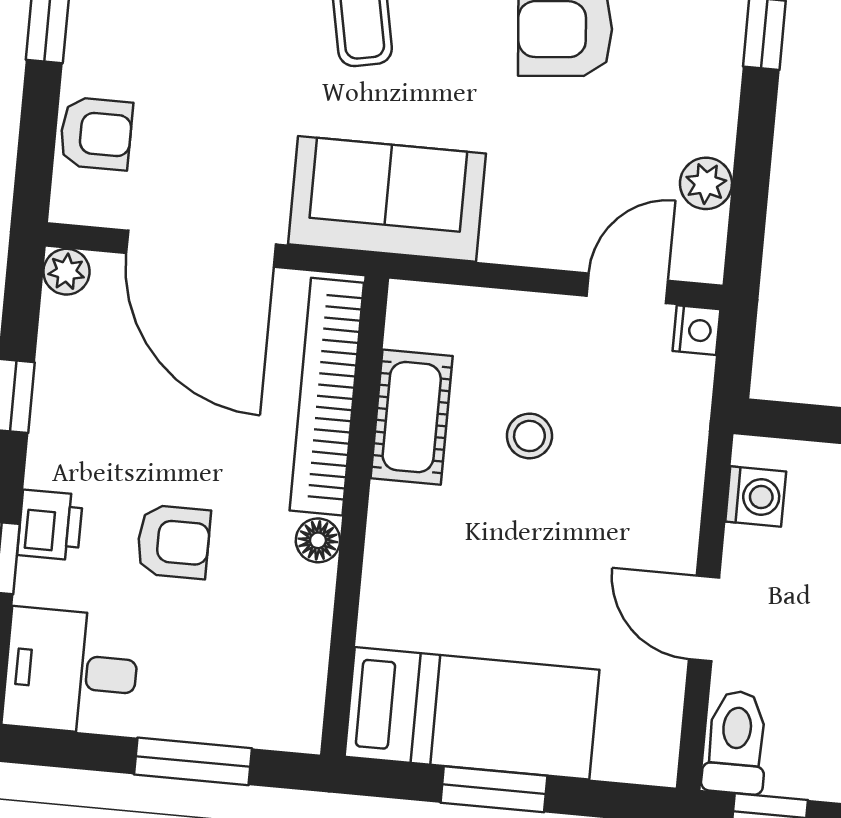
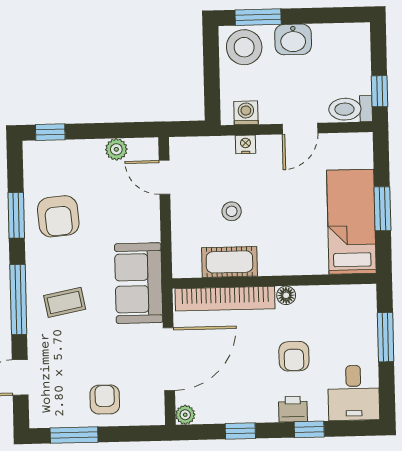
armchair: (96, 134) -> (105, 399), moved
nightstand: (696, 330) -> (246, 144), moved
armchair: (173, 542) -> (294, 356), turned 180

